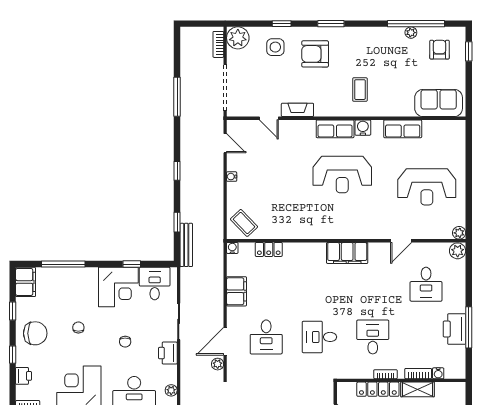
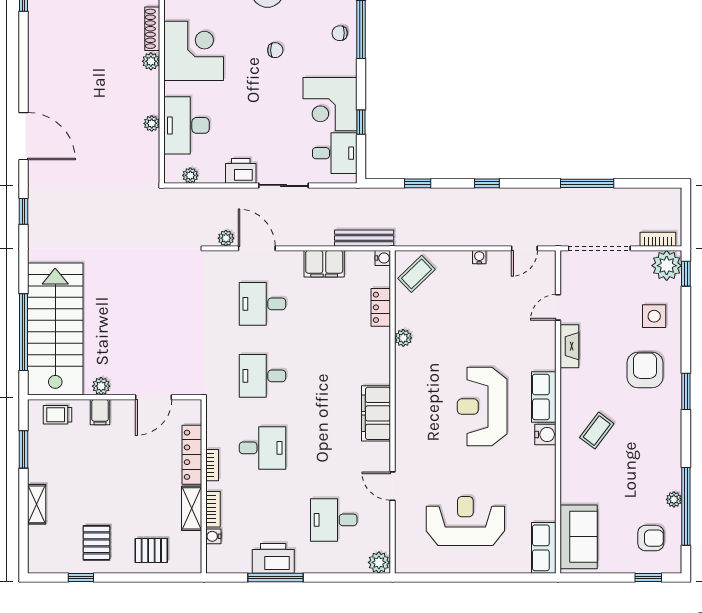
window: (282, 24) -> (686, 274), moved
coffee table: (360, 90) -> (597, 431), turned -53
row of seats: (403, 129) -> (544, 548), moved
reception desk: (427, 187) -> (465, 521), turned 90
plant: (459, 233) -> (403, 338), moved
bench: (186, 245) -> (364, 238), moved
desk: (319, 337) -> (262, 376), turned -90
chair: (125, 342) -> (340, 33), moved

